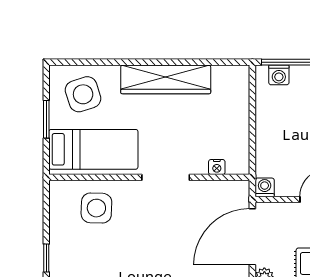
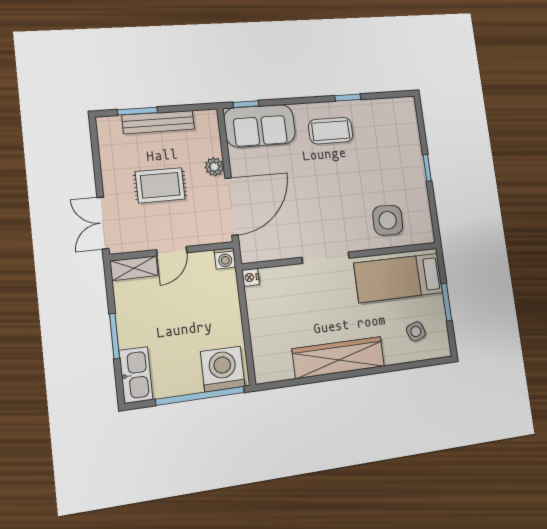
washing machine: (279, 75) -> (223, 369), width x1.89, depth x1.89
side table: (83, 94) -> (416, 331), width x0.54, depth x0.54
nightstand: (217, 167) -> (251, 277), moved, turned -90

